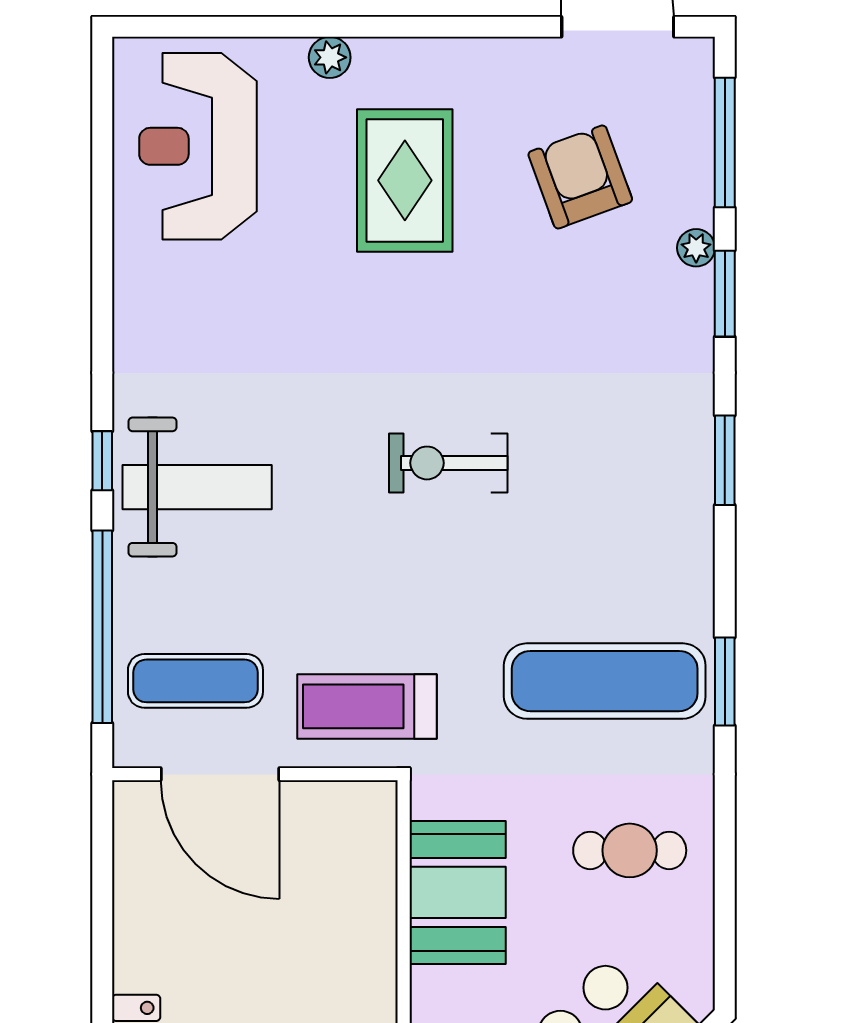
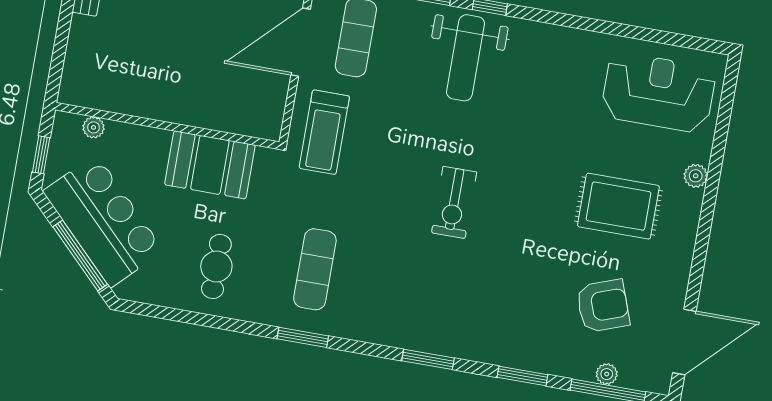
plant: (696, 248) -> (607, 374), moved
exercise bike: (448, 463) -> (454, 202), turned 180
exercise mat: (605, 681) -> (315, 269), width x0.73, depth x0.69
treadmill: (367, 706) -> (324, 132), turned 180

